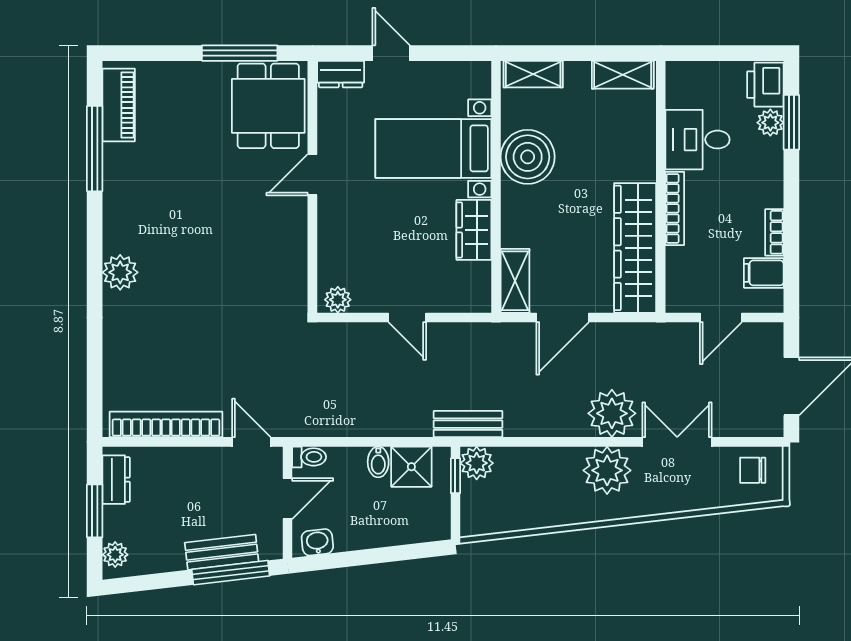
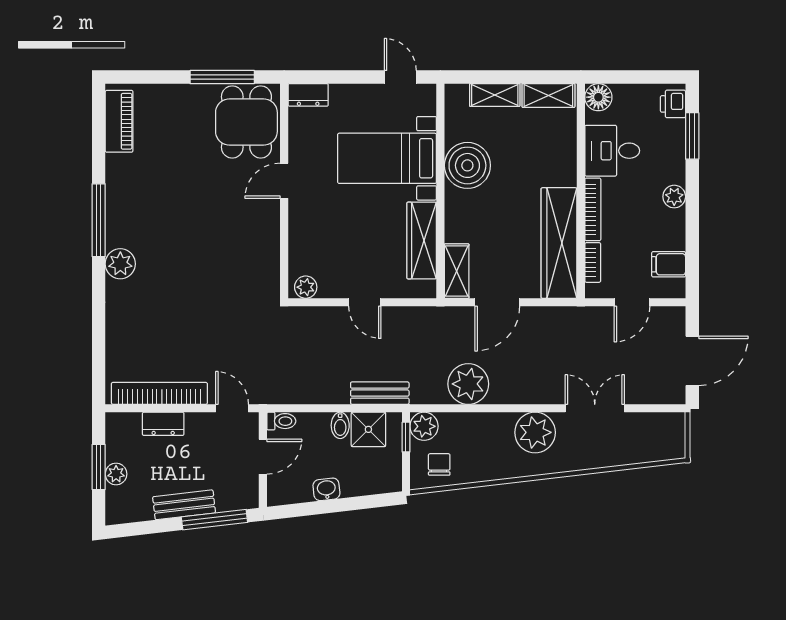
door: (391, 53) -> (400, 77), moved
shelving: (533, 74) -> (495, 95), moved
floor lamp: (681, 77) -> (598, 97), added
printer: (765, 85) -> (673, 104), width x0.73, depth x0.81
plant: (770, 123) -> (674, 197), moved
window: (95, 149) -> (99, 220), moved
wardrobe: (474, 230) -> (422, 240), width x1.50
bookcase: (774, 232) -> (593, 262), moved, turned 180
plant: (612, 413) -> (468, 384), moved
bench: (468, 424) -> (380, 393), moved
chair: (753, 470) -> (439, 464), moved, turned 90
dresser: (116, 480) -> (163, 424), moved, turned 90
washbasin: (317, 542) -> (326, 489), moved
bench: (222, 552) -> (184, 505), moved
plant: (115, 555) -> (116, 474), moved

